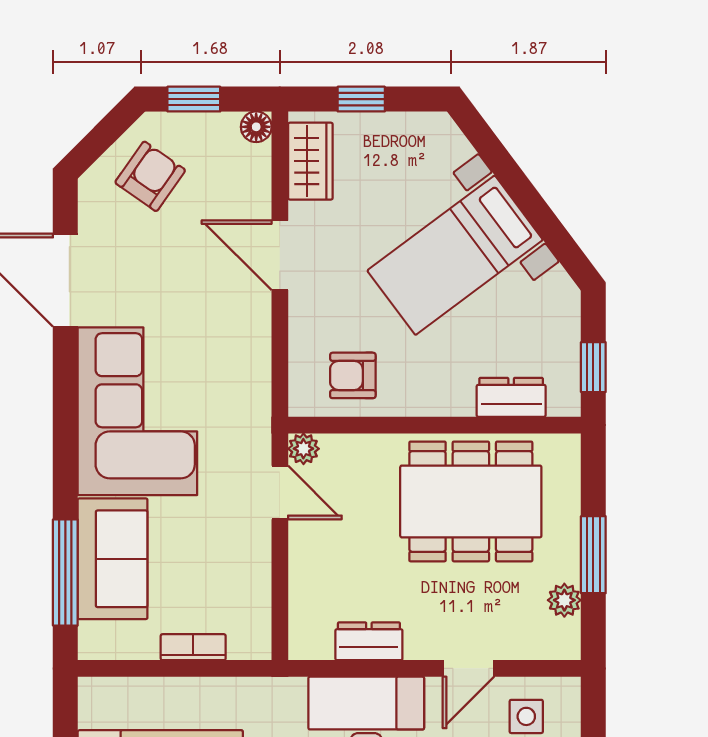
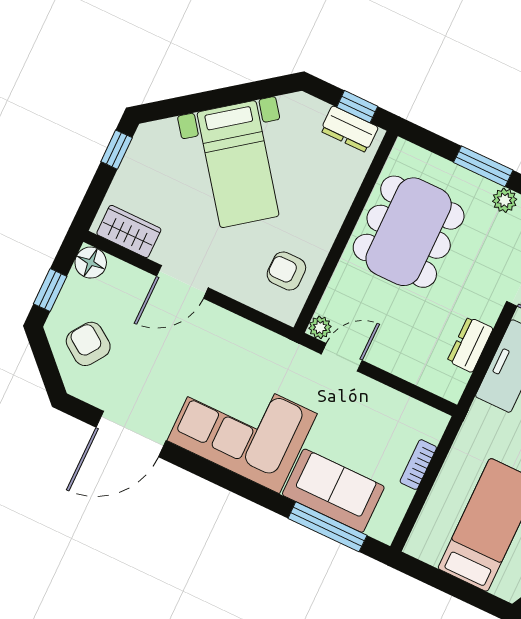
window: (361, 99) -> (117, 150), moved
floor lamp: (256, 127) -> (91, 263), width x1.37, depth x1.37
armchair: (353, 375) -> (286, 271), turned 90
dresser: (511, 397) -> (349, 129), moved, turned -90

